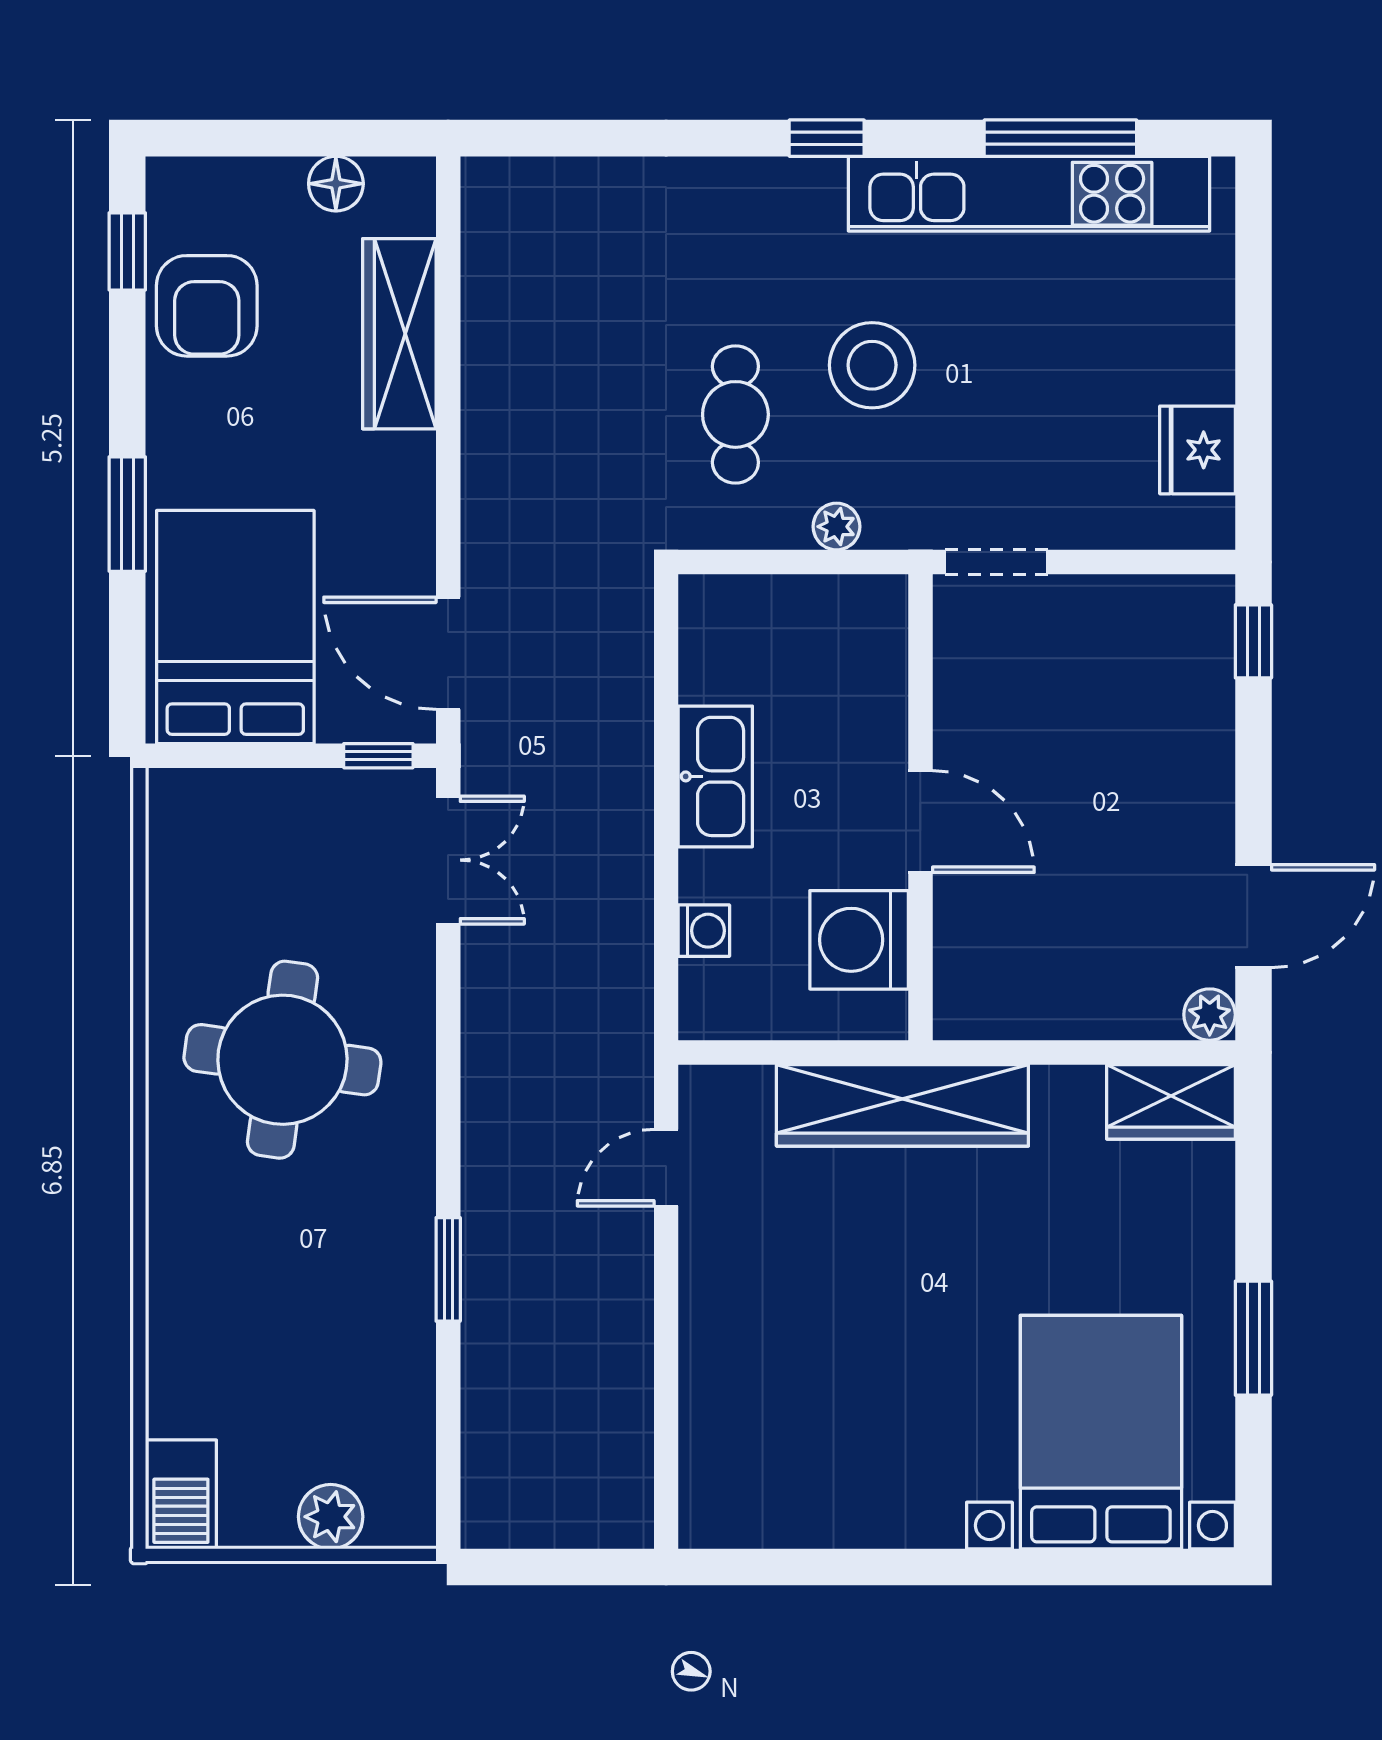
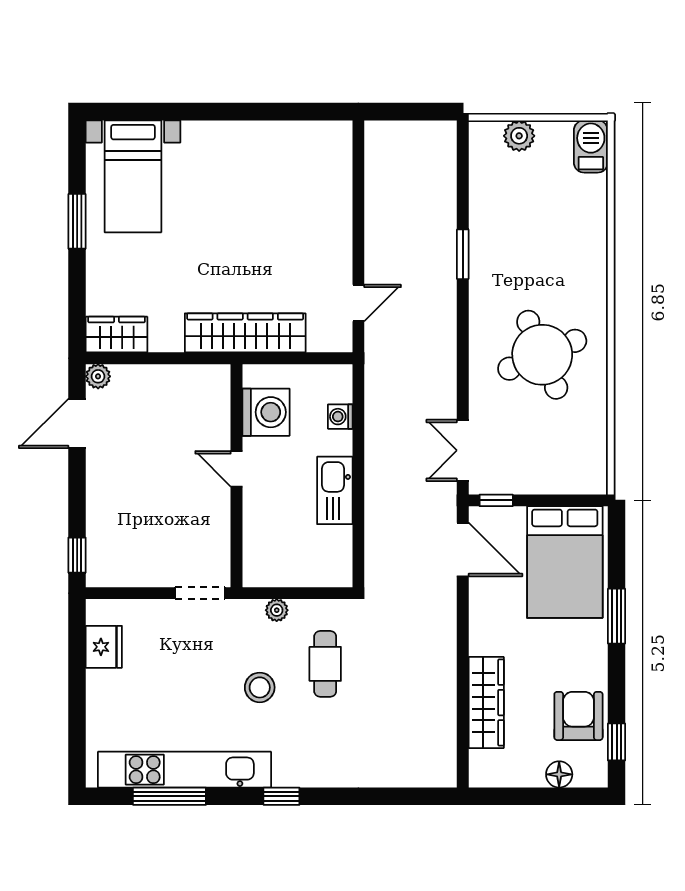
floor lamp: (336, 184) -> (559, 774), moved
stool: (872, 365) -> (260, 687), width x0.73, depth x0.73
door: (920, 822) -> (237, 469), width x0.73
round table: (282, 1060) -> (542, 355), turned -31
bed with nightstands: (1101, 1432) -> (133, 176), width x0.73

